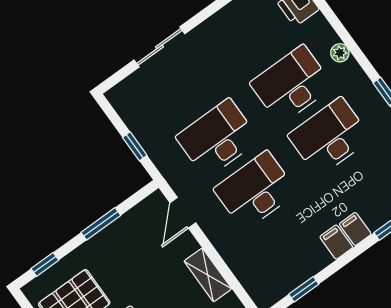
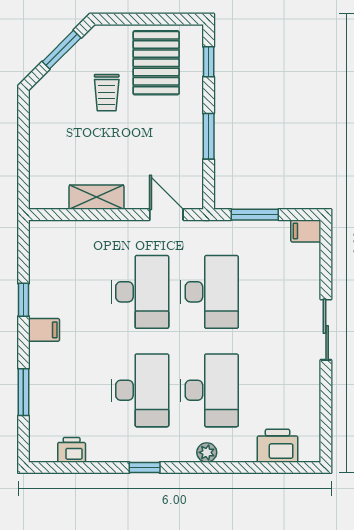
sliding door: (159, 47) -> (326, 330), moved
window: (135, 146) -> (255, 215), width x1.50
filing cabinet: (355, 229) -> (306, 231), moved, turned 180
window: (304, 289) -> (23, 300), moved

